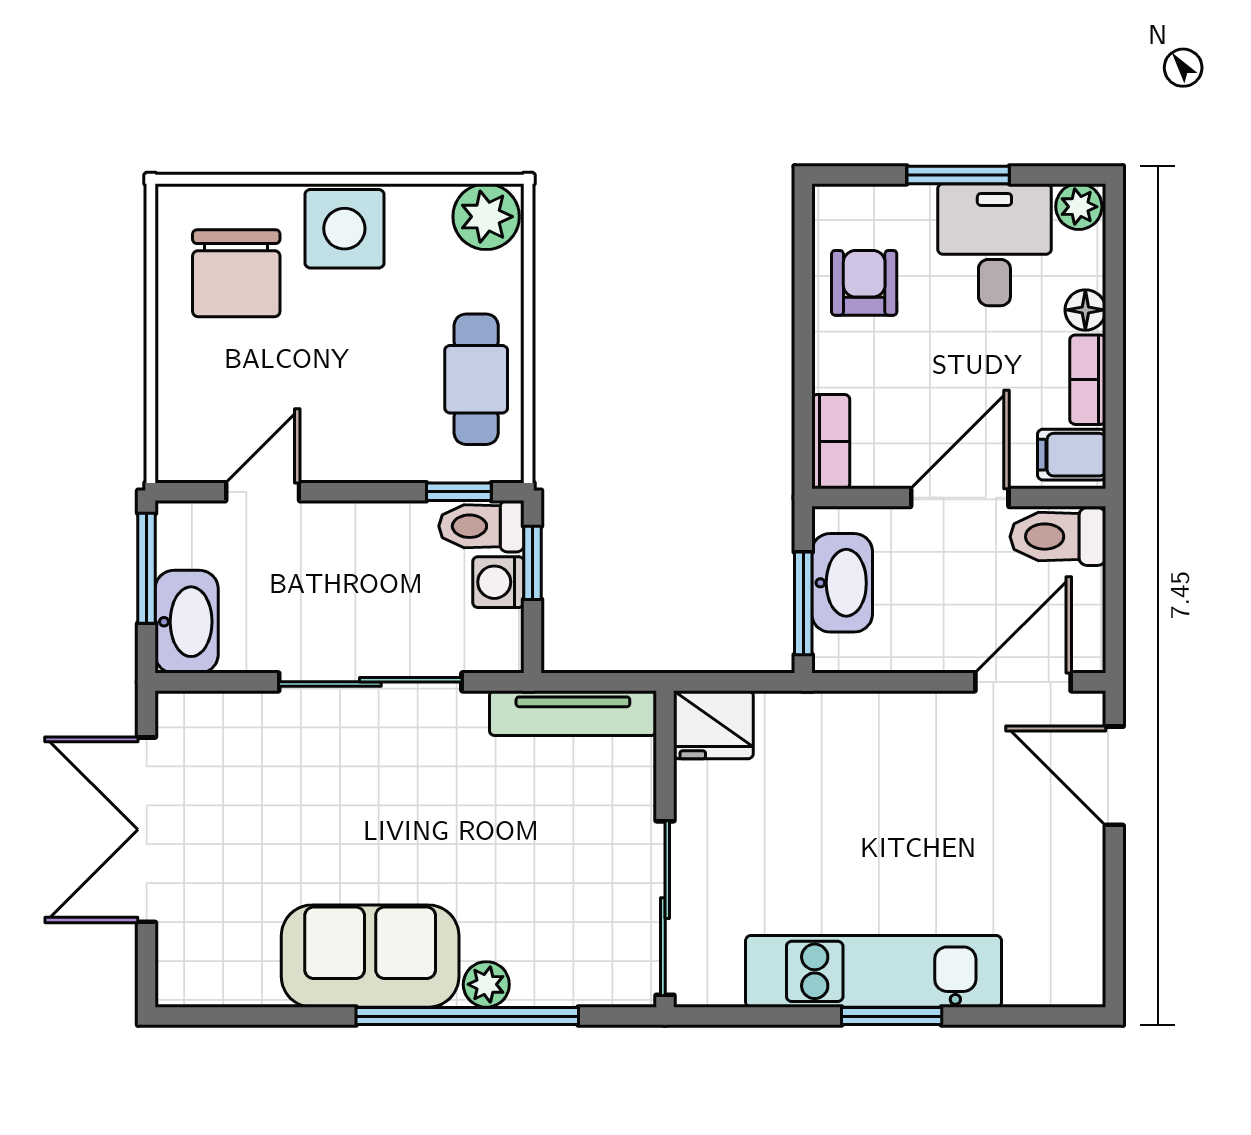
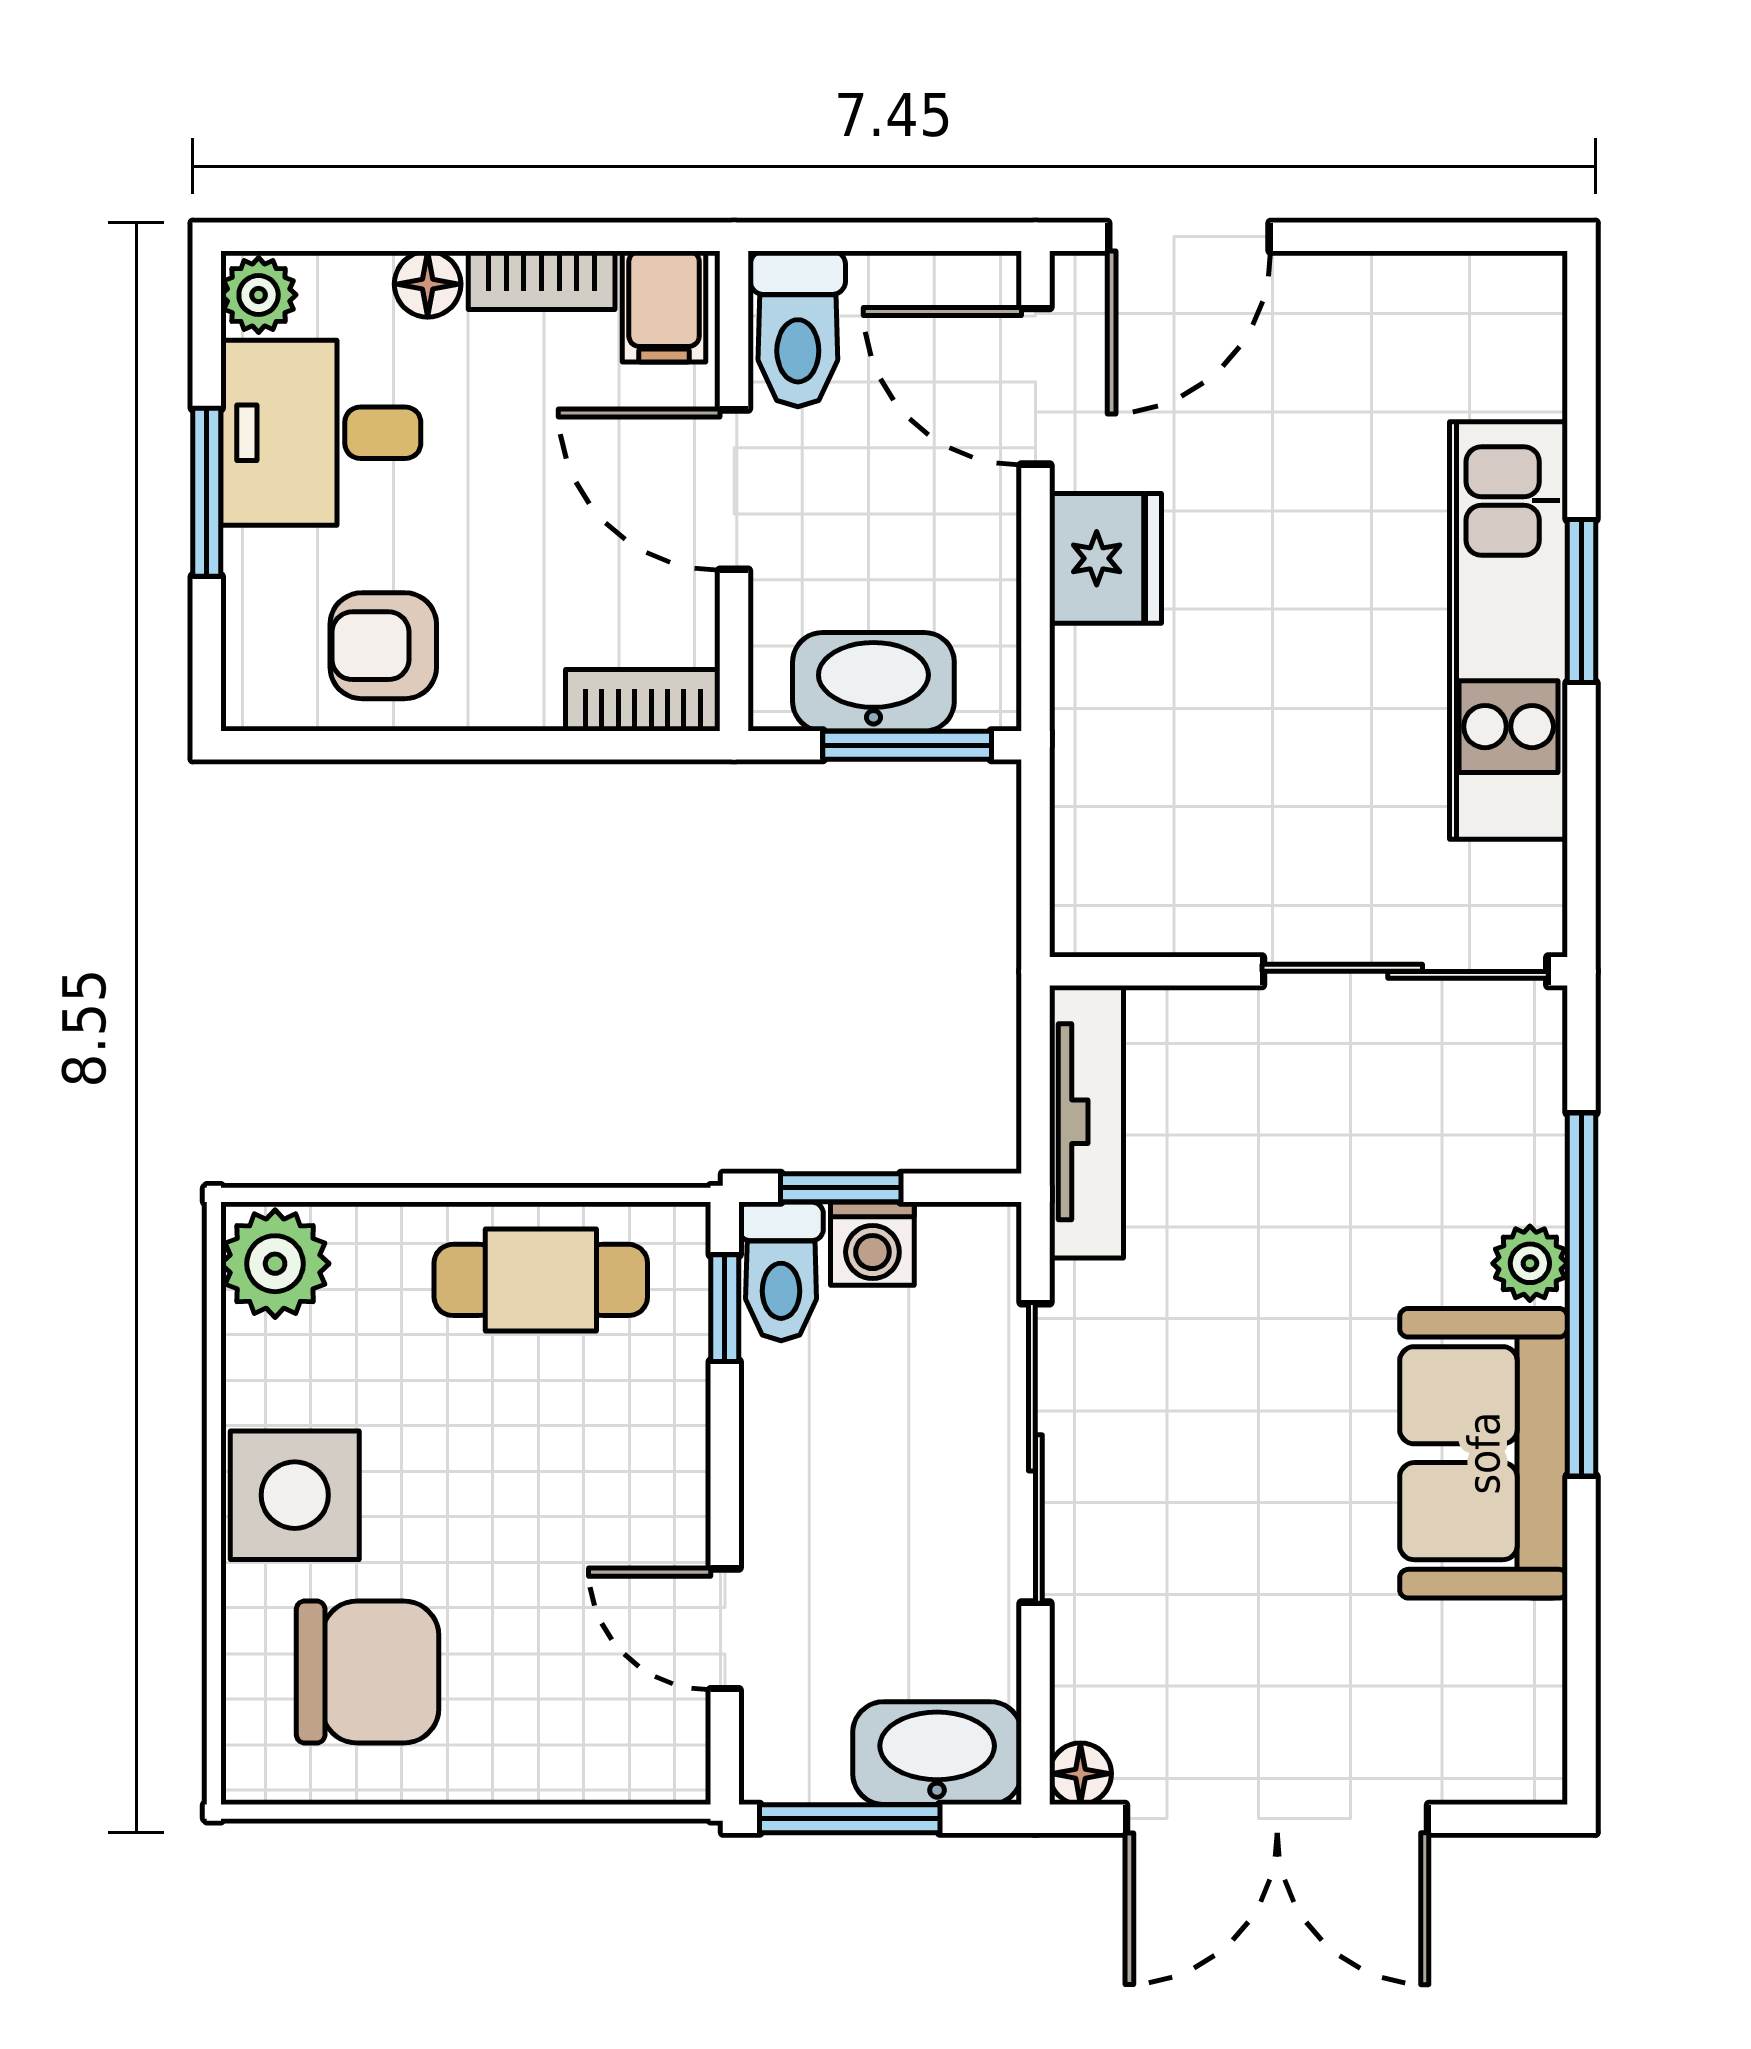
floor lamp: (174, 709) -> (1080, 1774), added
fridge: (713, 725) -> (1105, 558), moved

